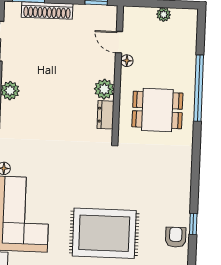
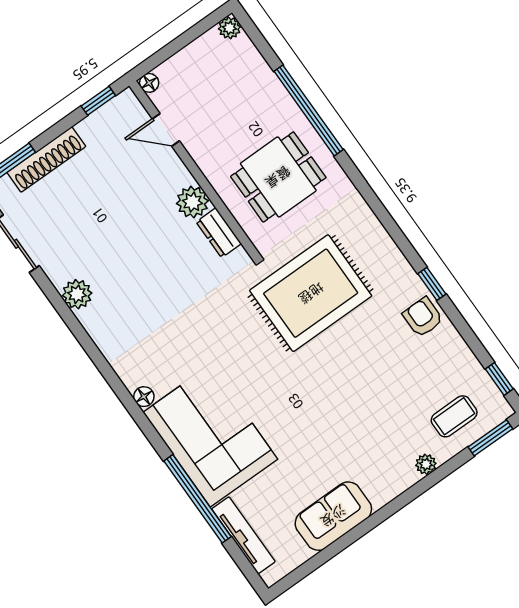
plant: (164, 14) -> (229, 28), moved
floor lamp: (127, 61) -> (149, 83), moved
rug: (104, 233) -> (311, 293), moved

